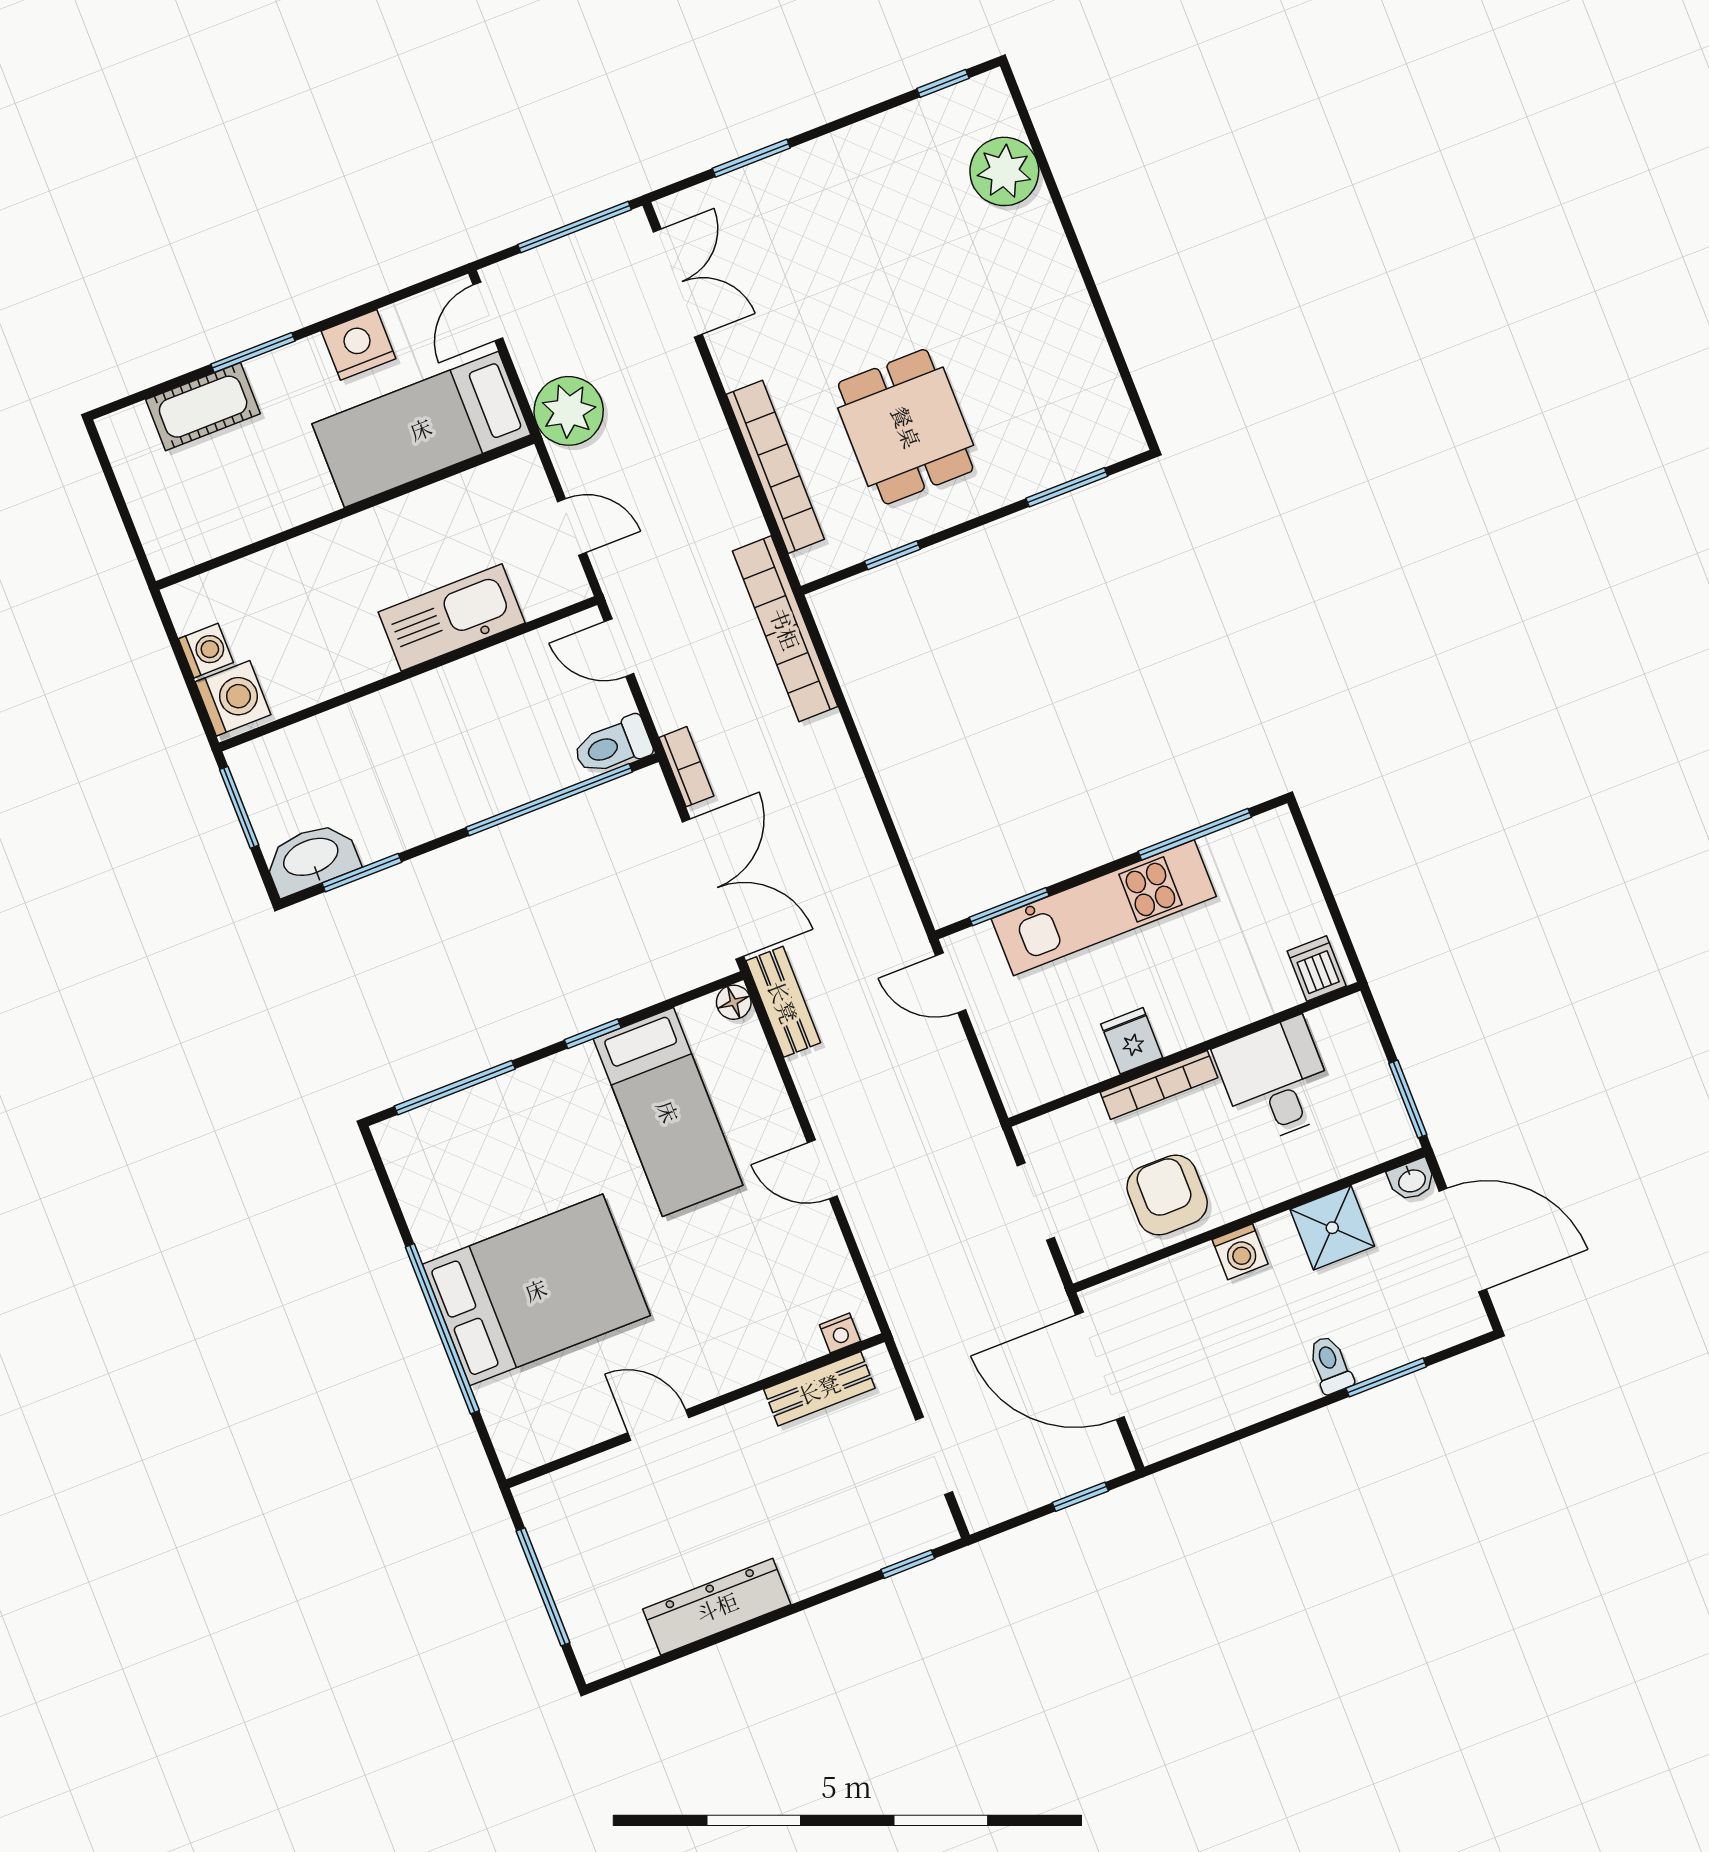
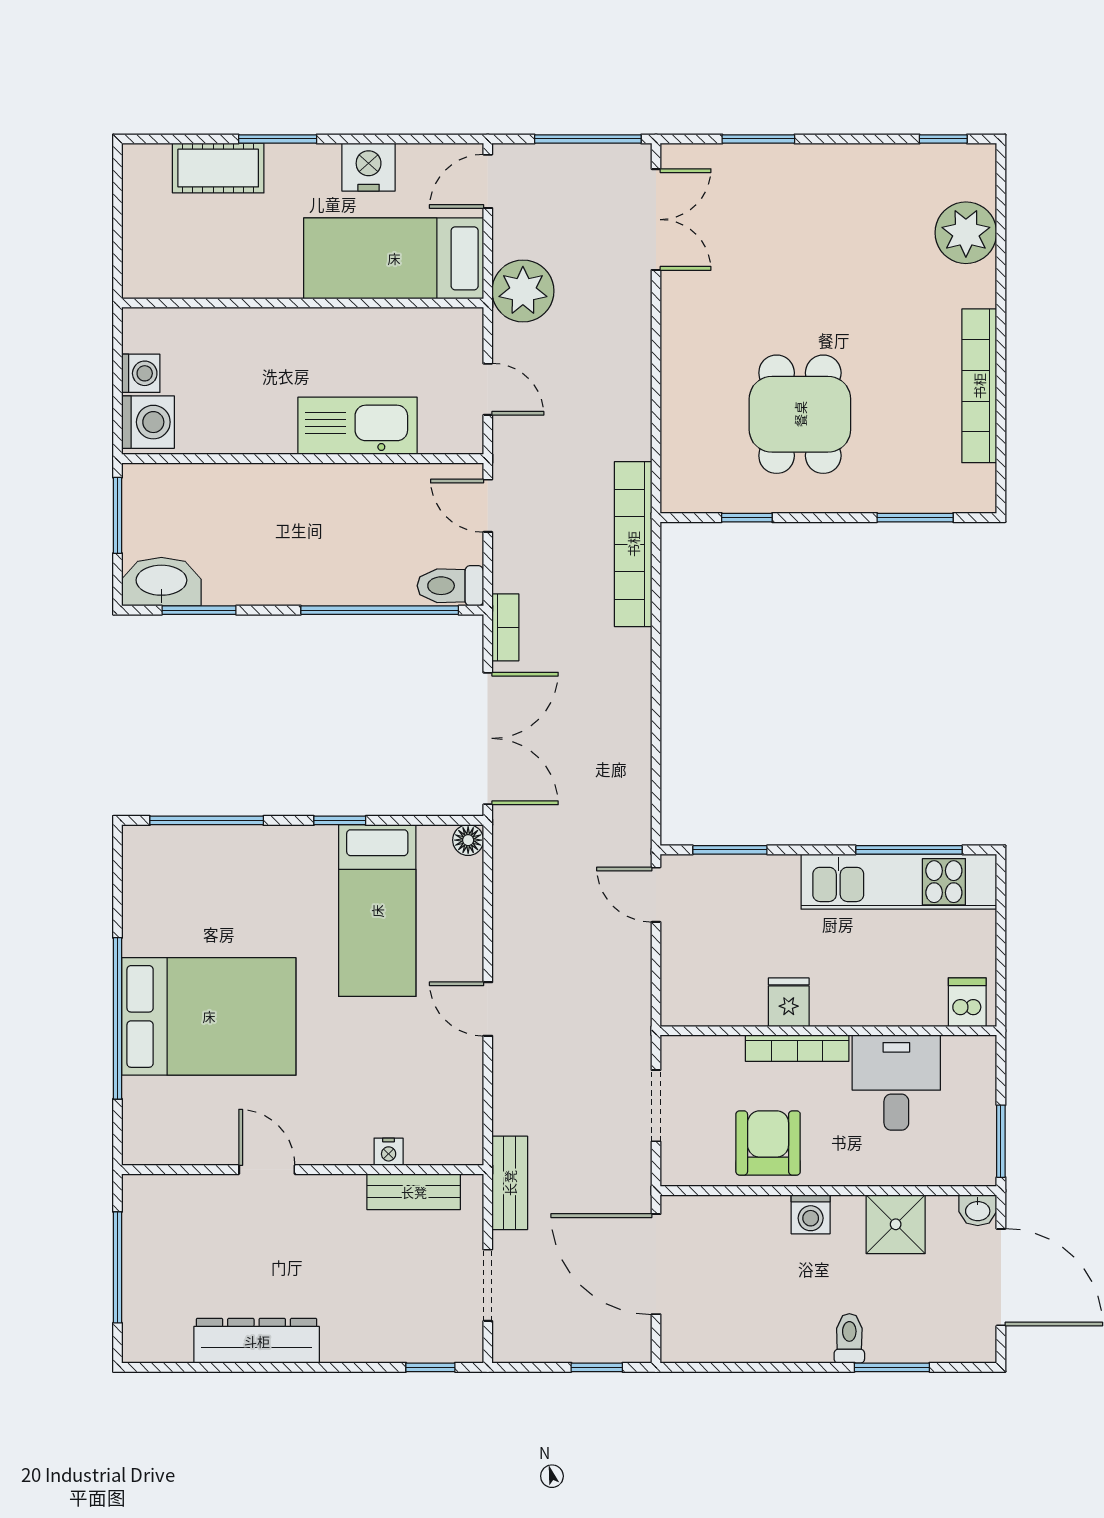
bookcase: (775, 467) -> (979, 386), moved, turned 180
kitchen unit: (1104, 908) -> (899, 882), moved
bench: (783, 1002) -> (510, 1183), moved
nightstand: (840, 1333) -> (389, 1152), moved

